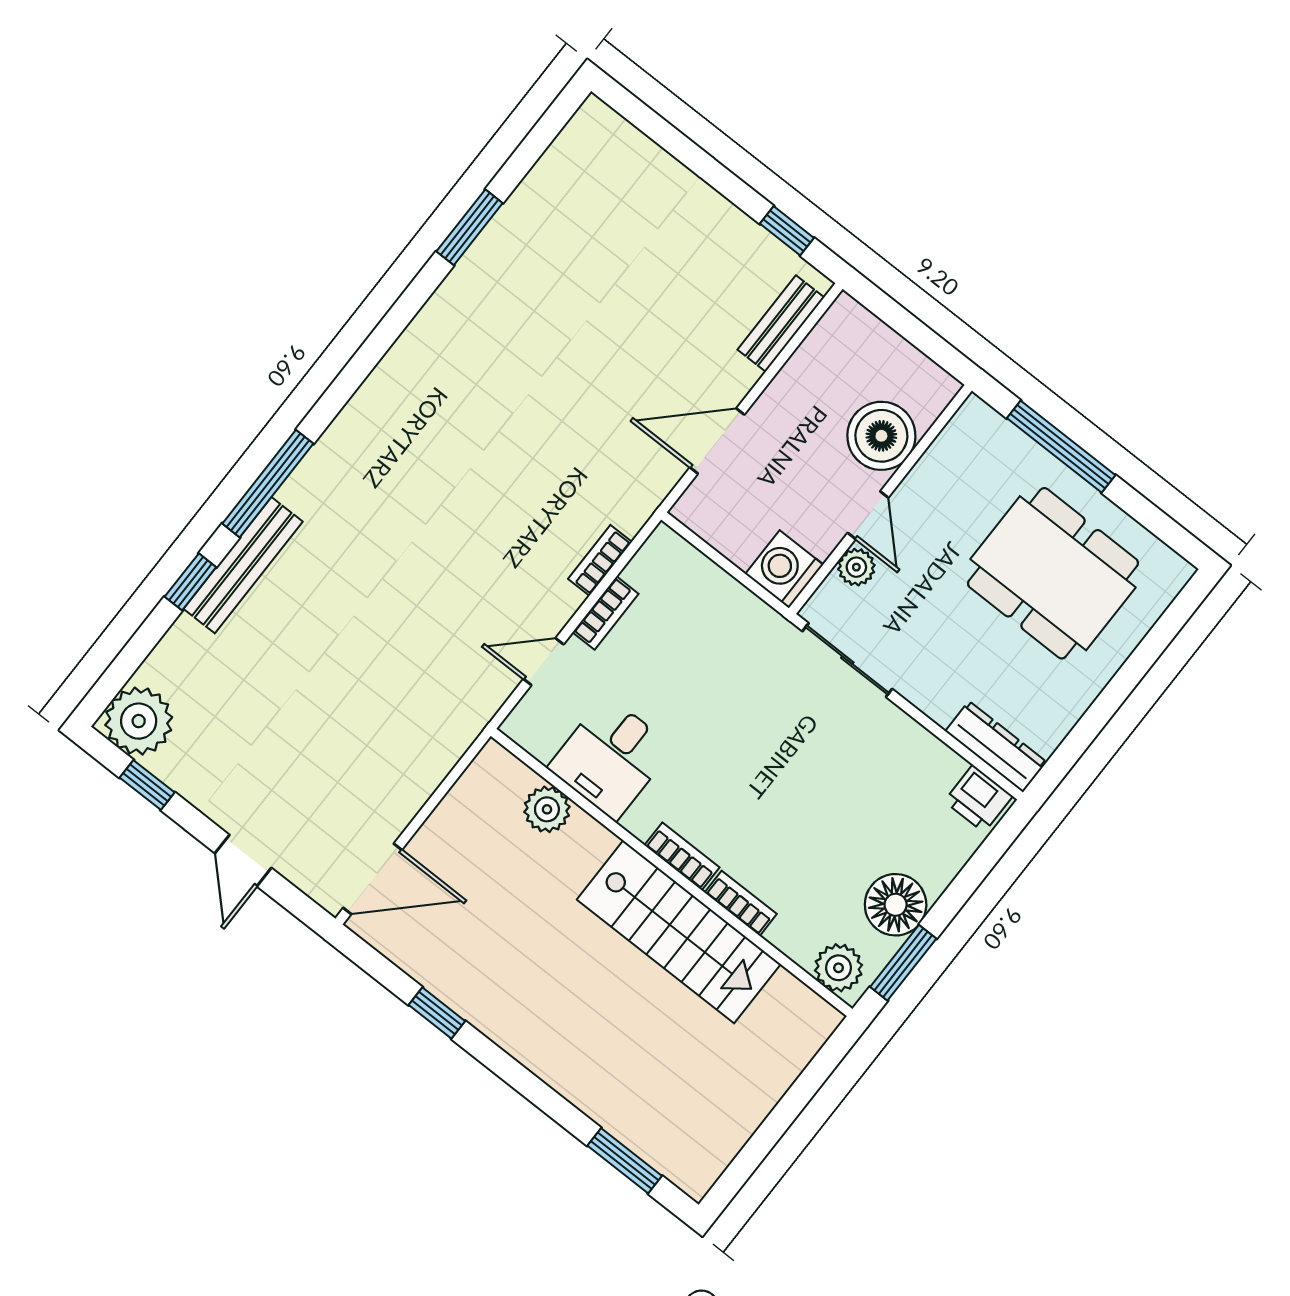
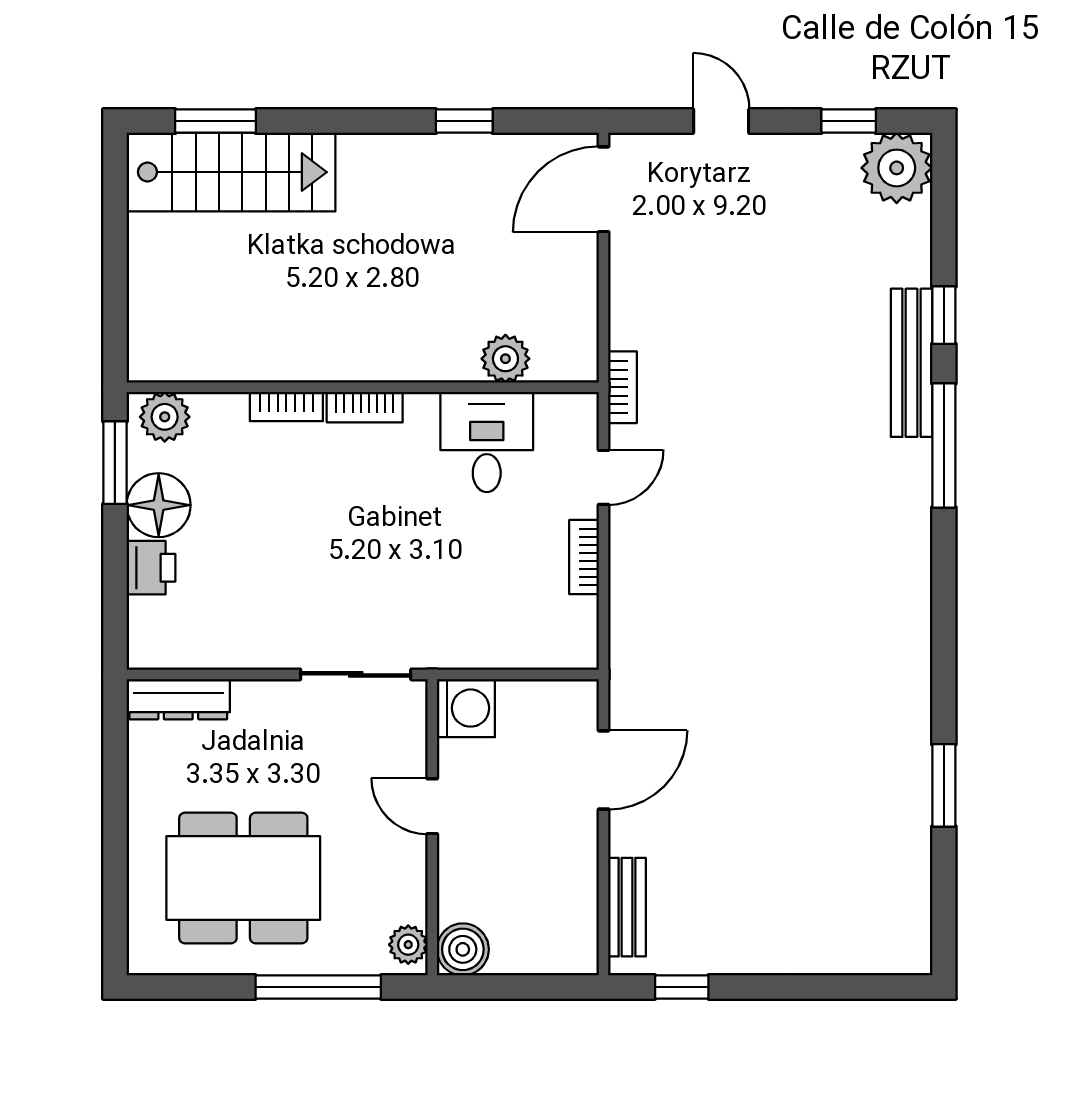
boiler: (881, 436) -> (463, 949), moved, width x0.73, depth x0.73
bookcase: (600, 560) -> (622, 387), moved
plant: (856, 567) -> (408, 945), moved
printer: (978, 799) -> (151, 568), moved, turned 90
stairs: (679, 932) -> (231, 172), moved, turned 180

